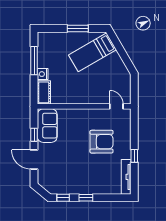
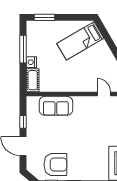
window: (78, 28) -> (44, 17), moved
sofa: (47, 126) -> (56, 106), moved, turned 90
armchair: (102, 142) -> (55, 164), moved

